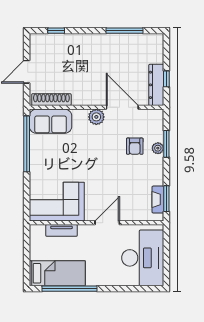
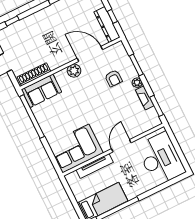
plant: (158, 148) -> (137, 83), moved
fireplace: (158, 200) -> (145, 98), moved
tv unit: (62, 230) -> (95, 166), width x1.41

